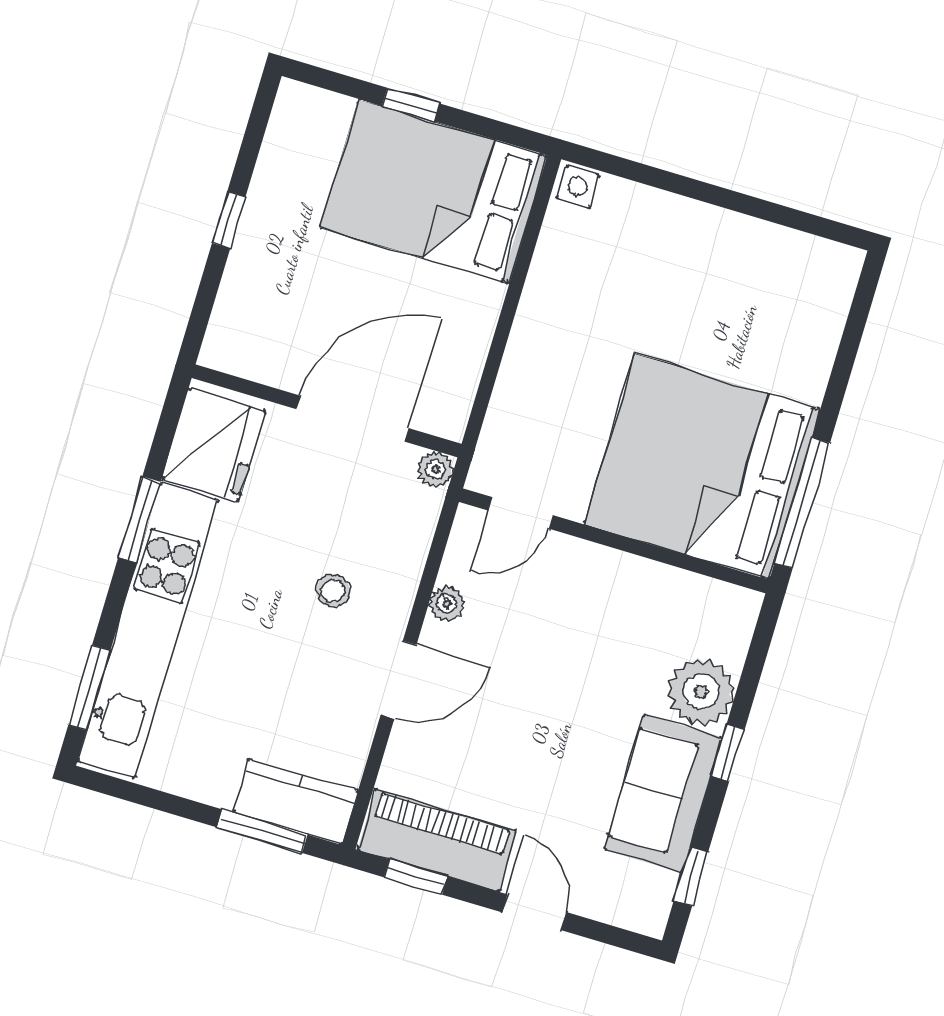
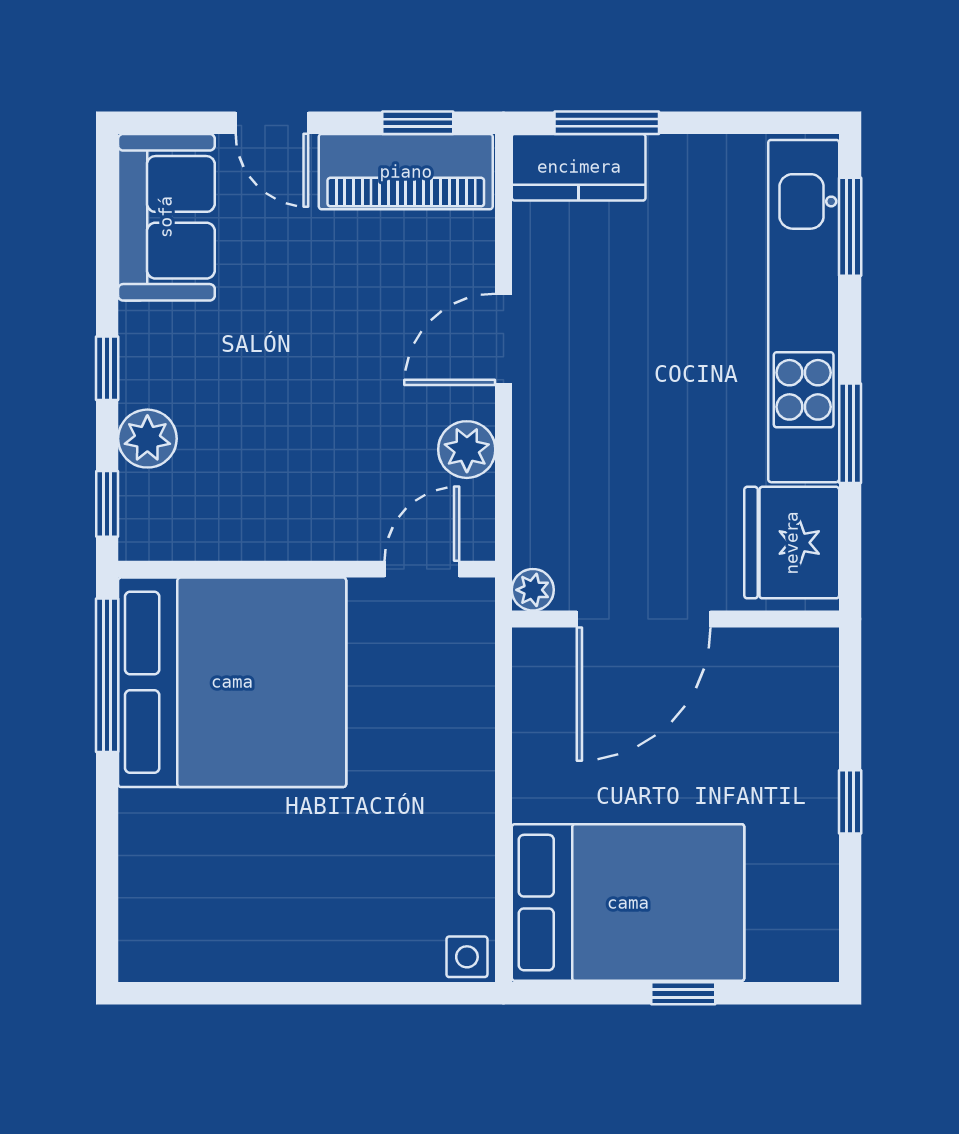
stool: (333, 591) -> (608, 418), removed
plant: (447, 604) -> (467, 450), width x1.38, depth x1.38
plant: (701, 692) -> (147, 439), width x0.73, depth x0.73
sofa: (663, 793) -> (166, 217), moved
window: (691, 876) -> (107, 504), moved

